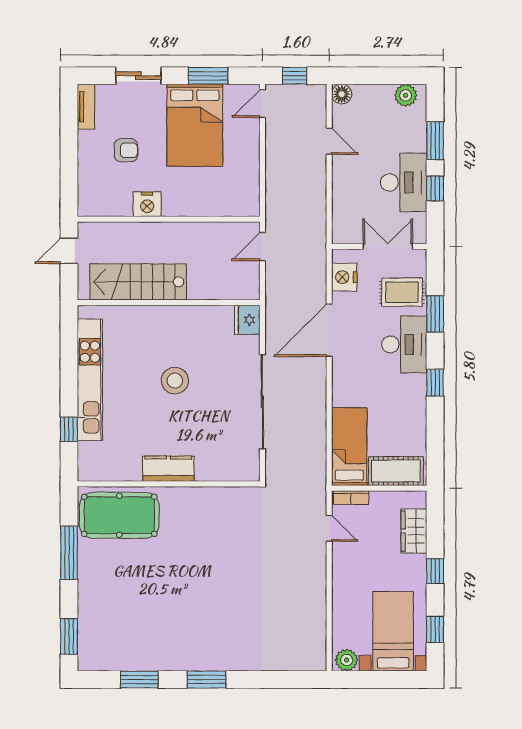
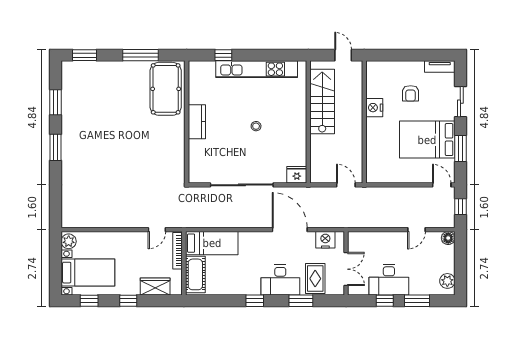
stool: (175, 381) -> (256, 126), width x0.53, depth x0.53
bookcase: (351, 498) -> (177, 251), width x1.56

